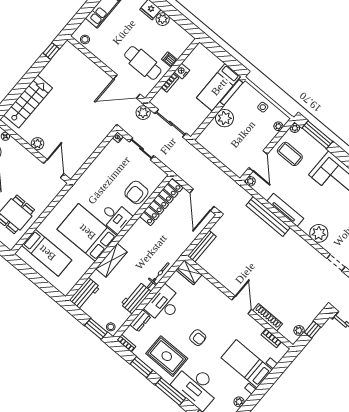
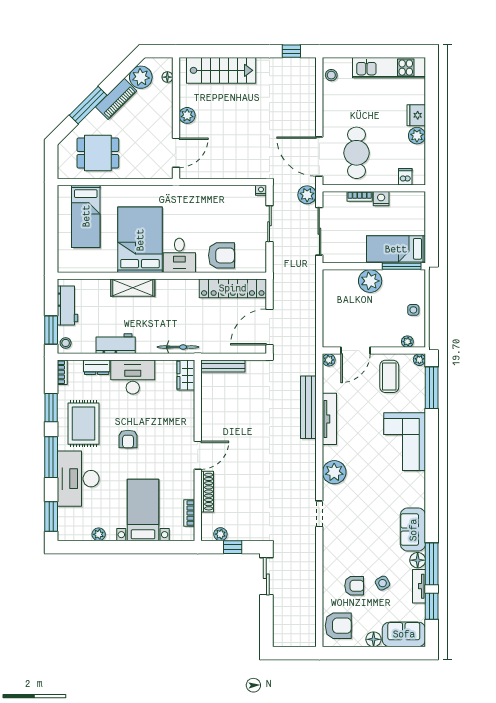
dishwasher: (170, 60) -> (405, 177), moved
armchair: (136, 192) -> (221, 255), turned 180
bicycle: (158, 275) -> (178, 347), moved
workbench: (85, 294) -> (67, 306), moved, turned -90

